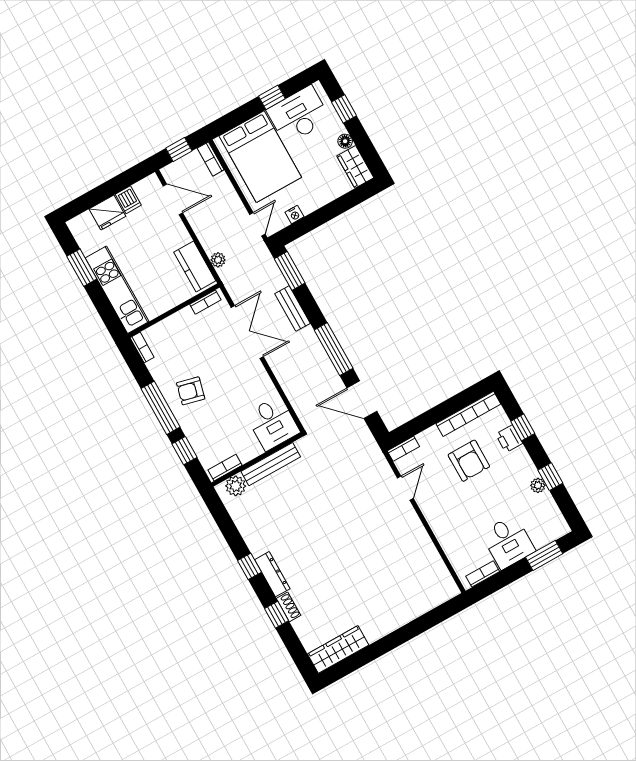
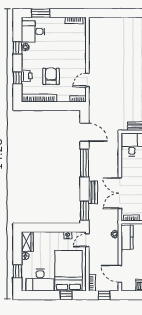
window: (272, 97) -> (66, 295), moved
desk: (508, 542) -> (33, 32), moved, turned -90

